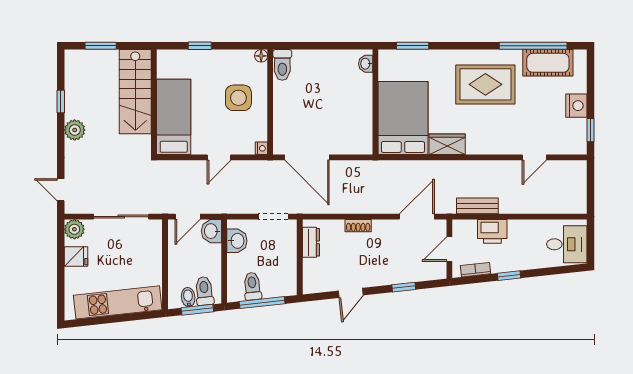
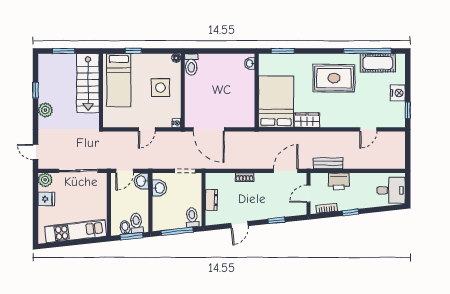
bed: (174, 117) -> (119, 80), moved, turned 180
dresser: (311, 242) -> (211, 200), moved
toilet: (252, 286) -> (192, 217), moved

